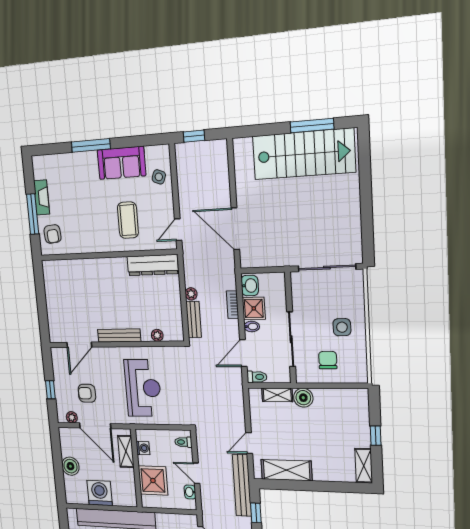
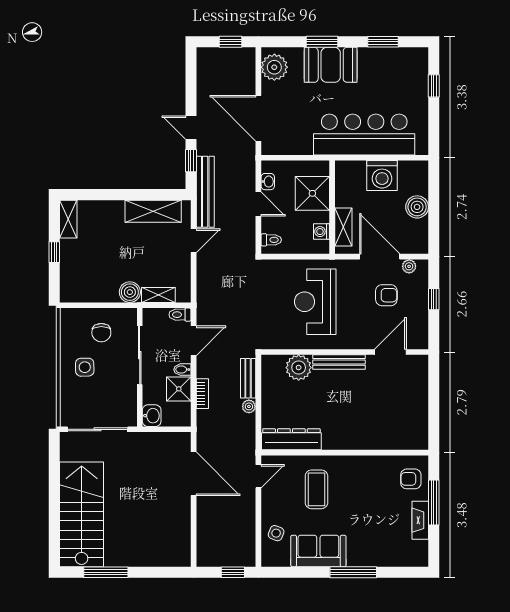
stairs: (304, 154) -> (82, 514), moved, turned 90
armchair: (53, 234) -> (411, 479), turned -85
washbasin: (250, 286) -> (152, 416), moved, turned 180
plant: (157, 335) -> (299, 368), width x1.88, depth x1.88

